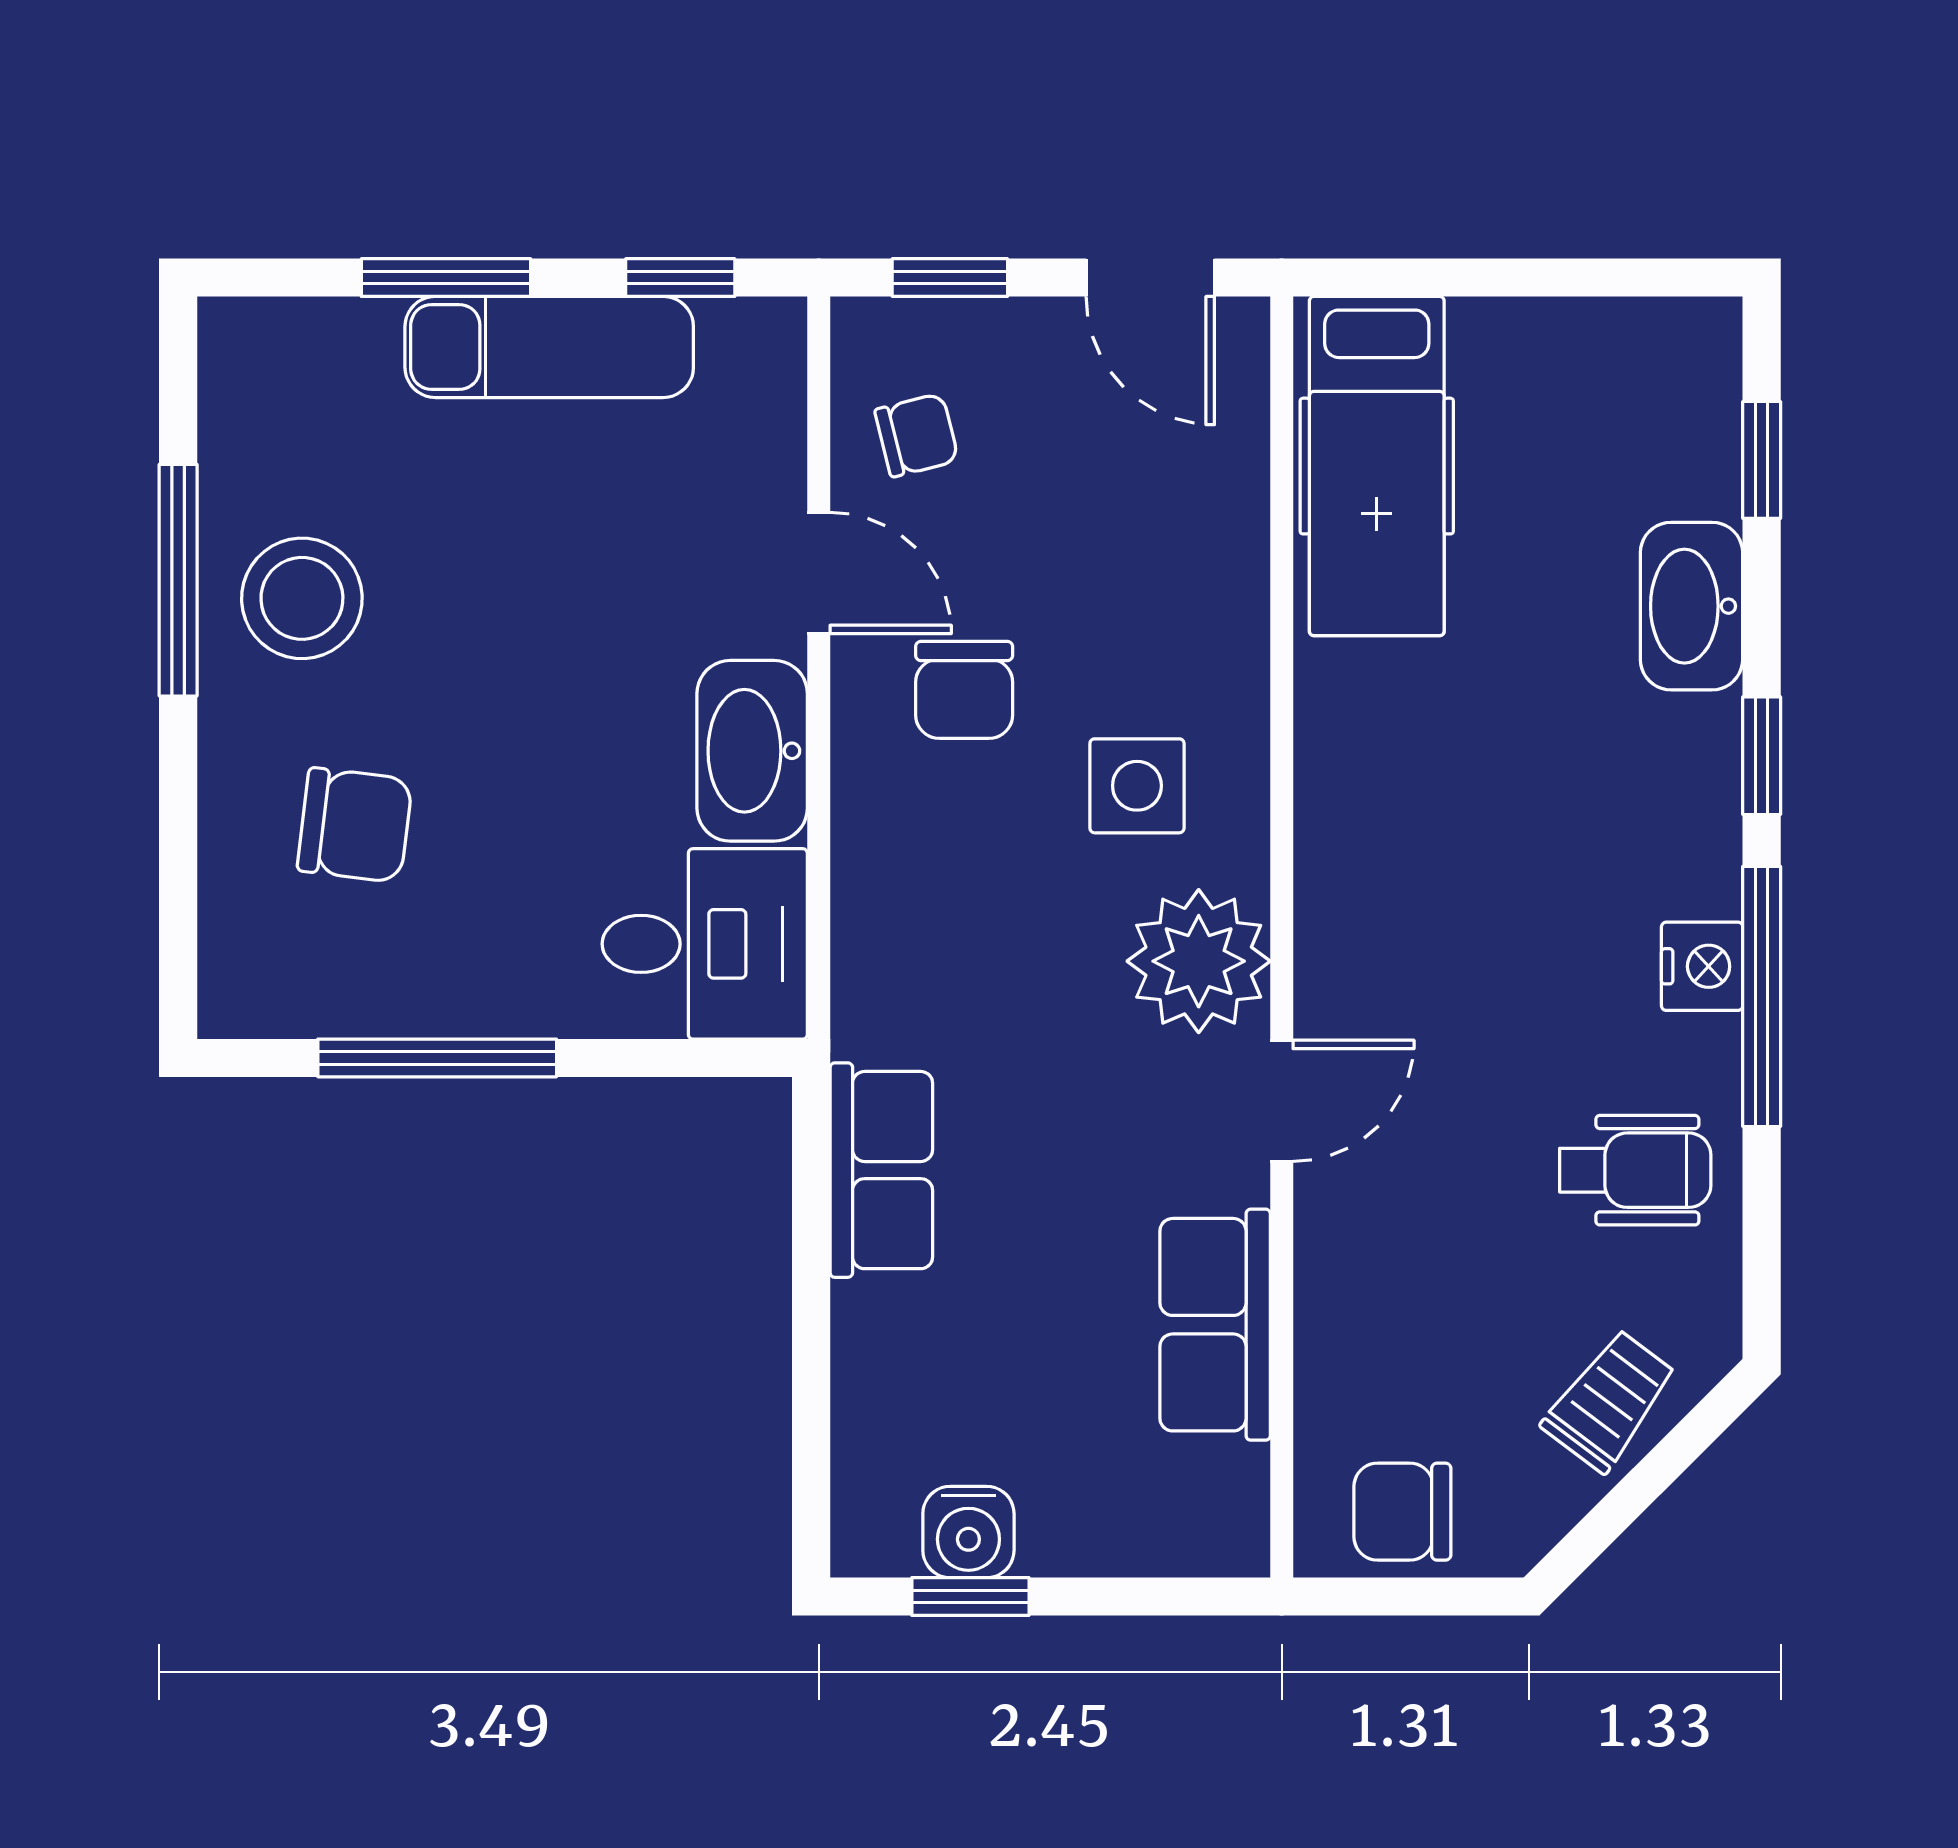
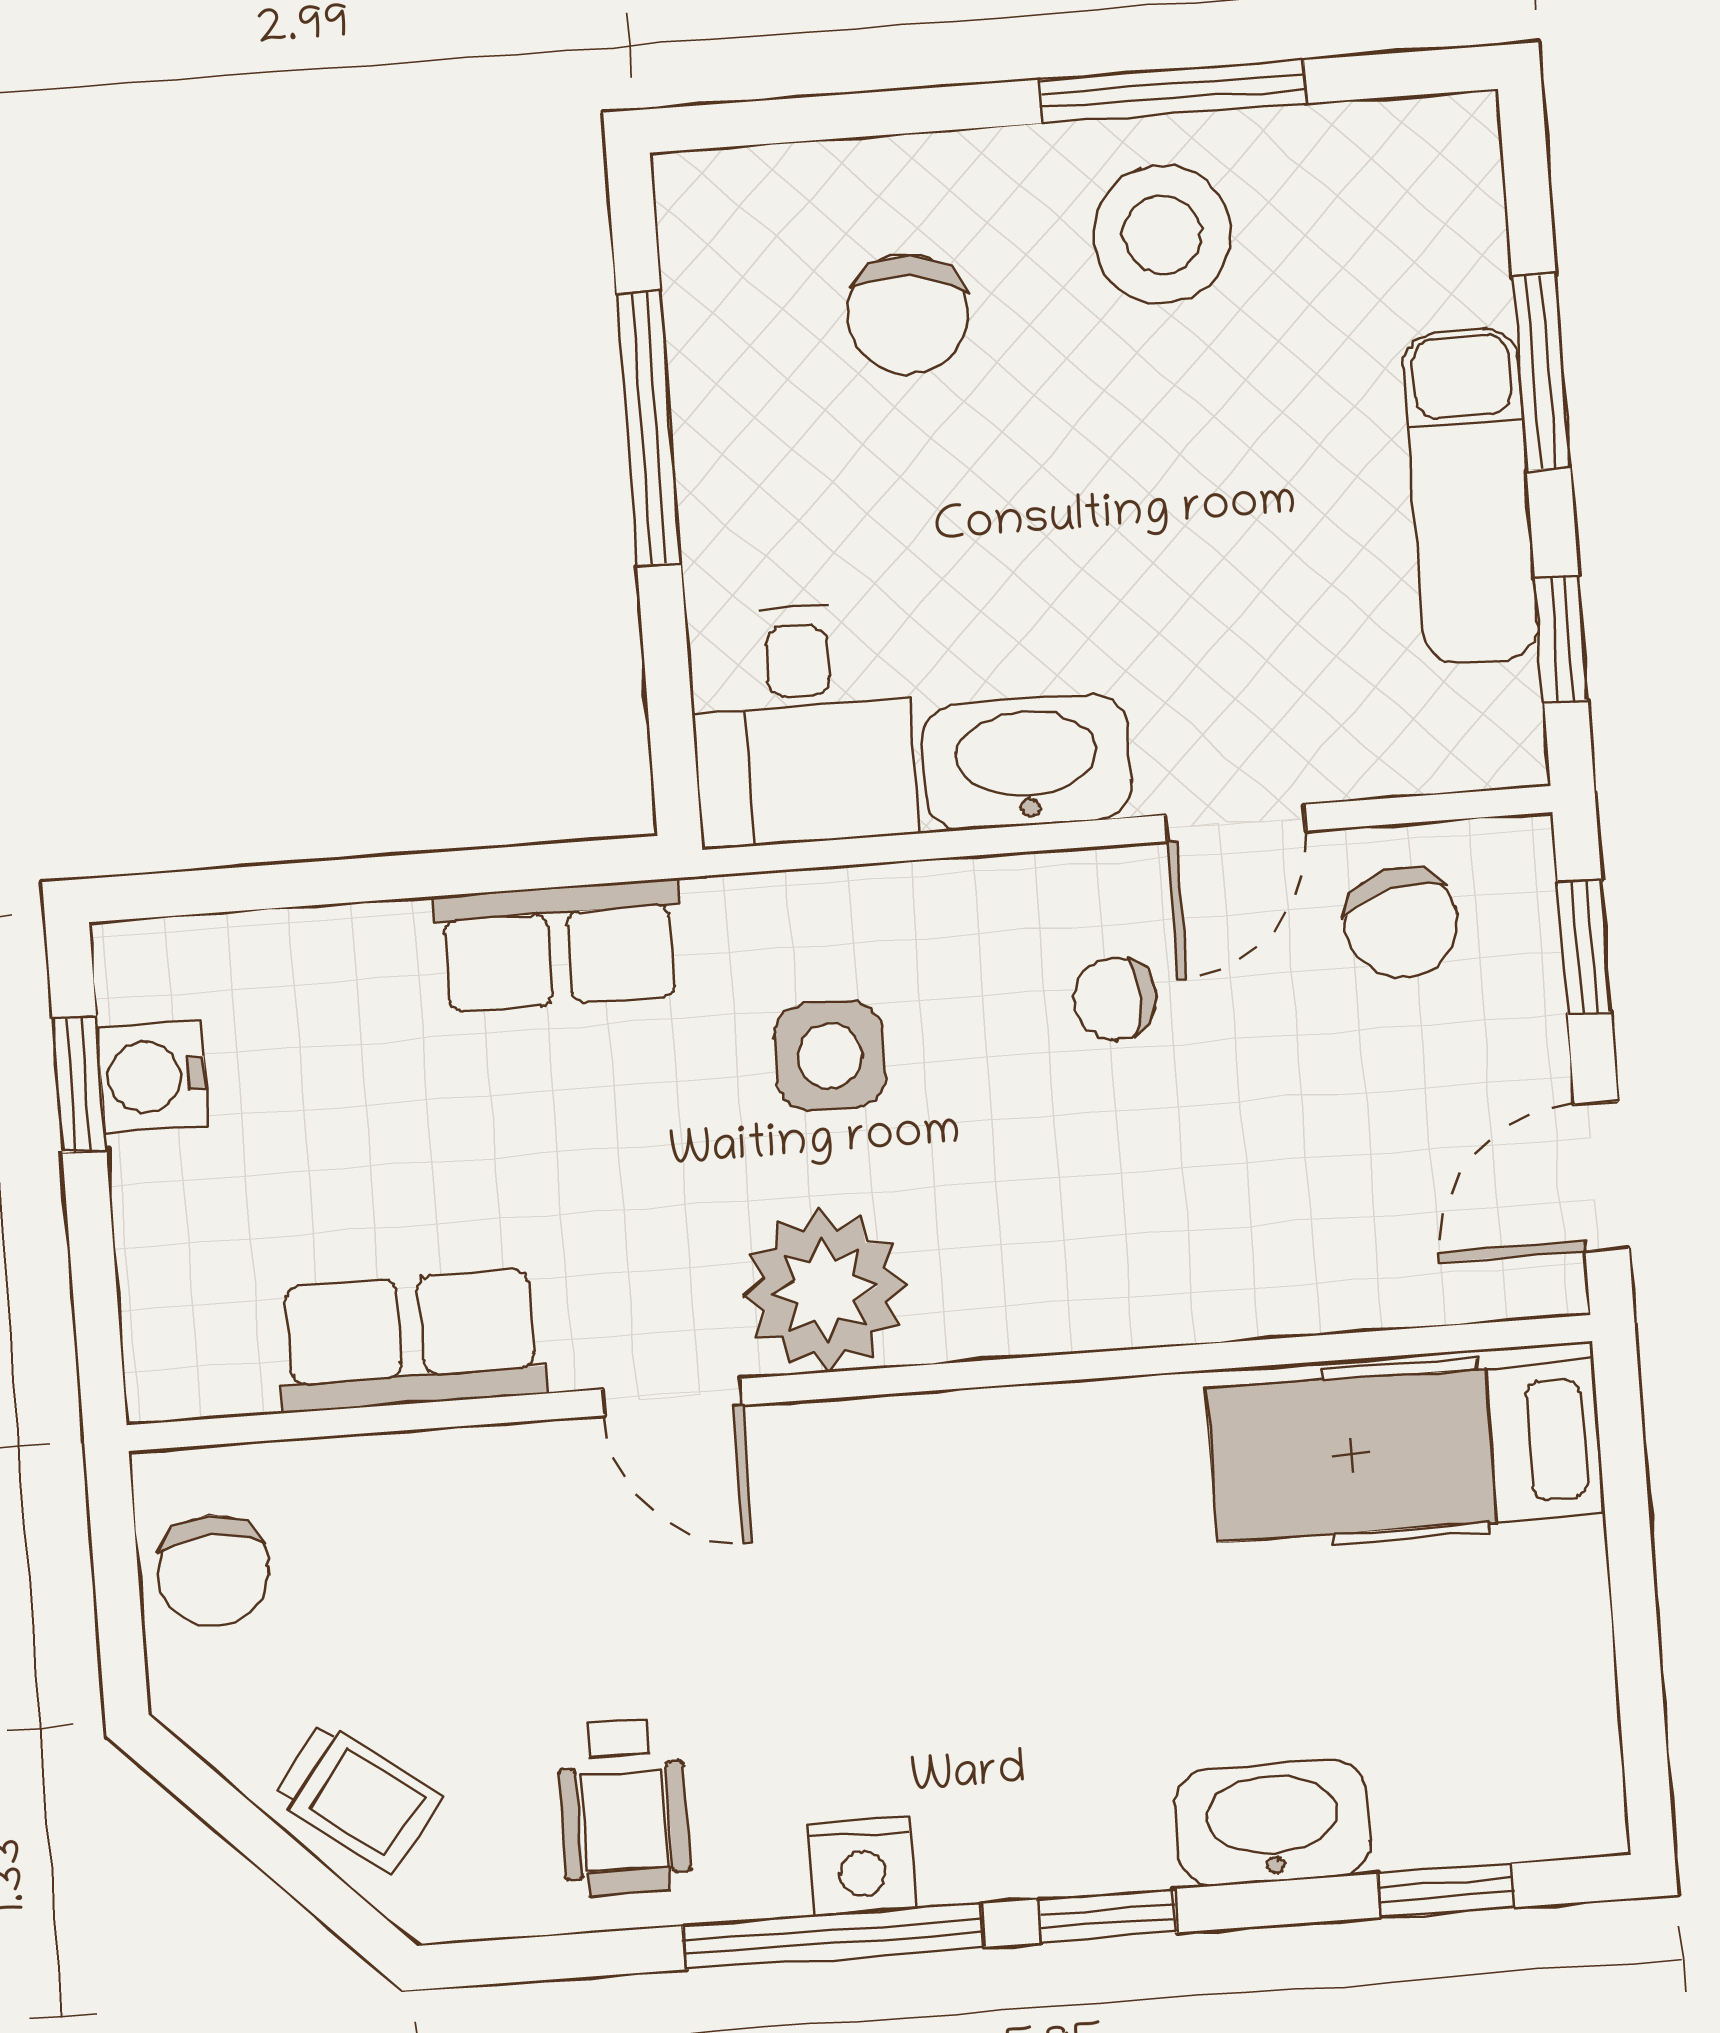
chair: (917, 435) -> (1401, 923), width x1.37, depth x1.37
chair: (964, 690) -> (1115, 999), width x0.73, depth x0.73
side table: (1137, 786) -> (830, 1056), moved
chair: (1402, 1512) -> (213, 1570), turned 180

